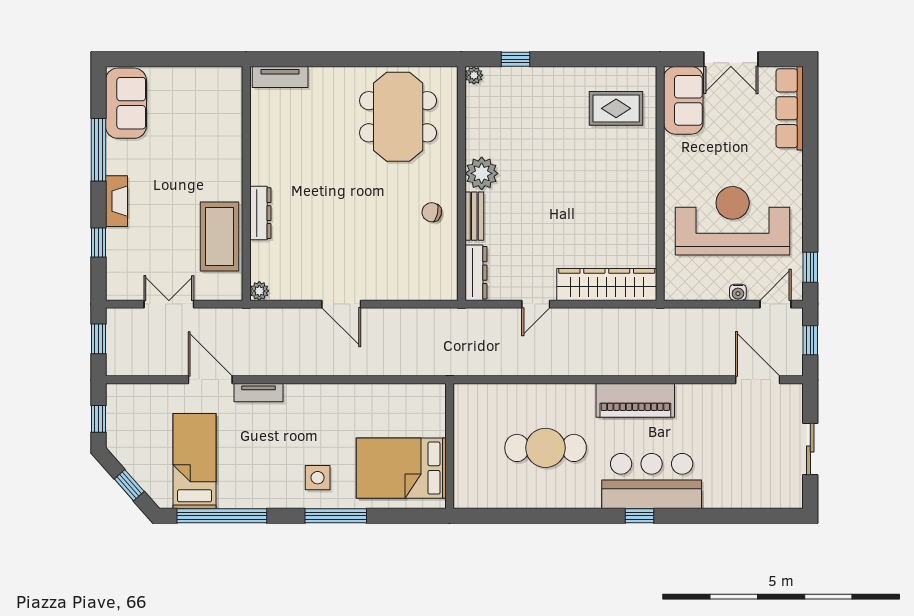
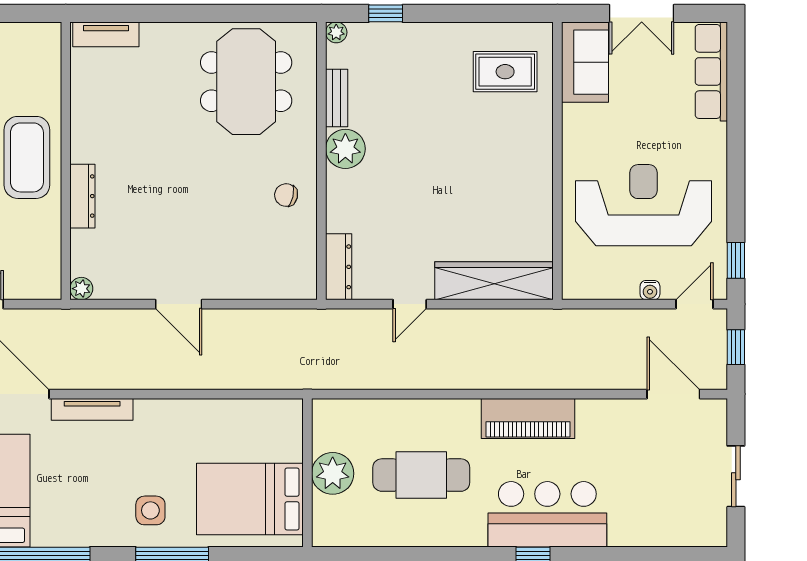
bench: (474, 216) -> (337, 98), moved
coffee table: (220, 237) -> (27, 157), moved
tv unit: (259, 393) -> (92, 409), width x1.41
plant: (471, 447) -> (333, 473), added

